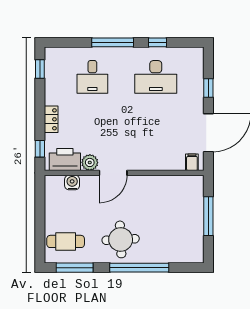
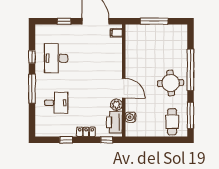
window: (40, 69) -> (66, 140), moved
desk: (156, 77) -> (56, 58), turned 180

